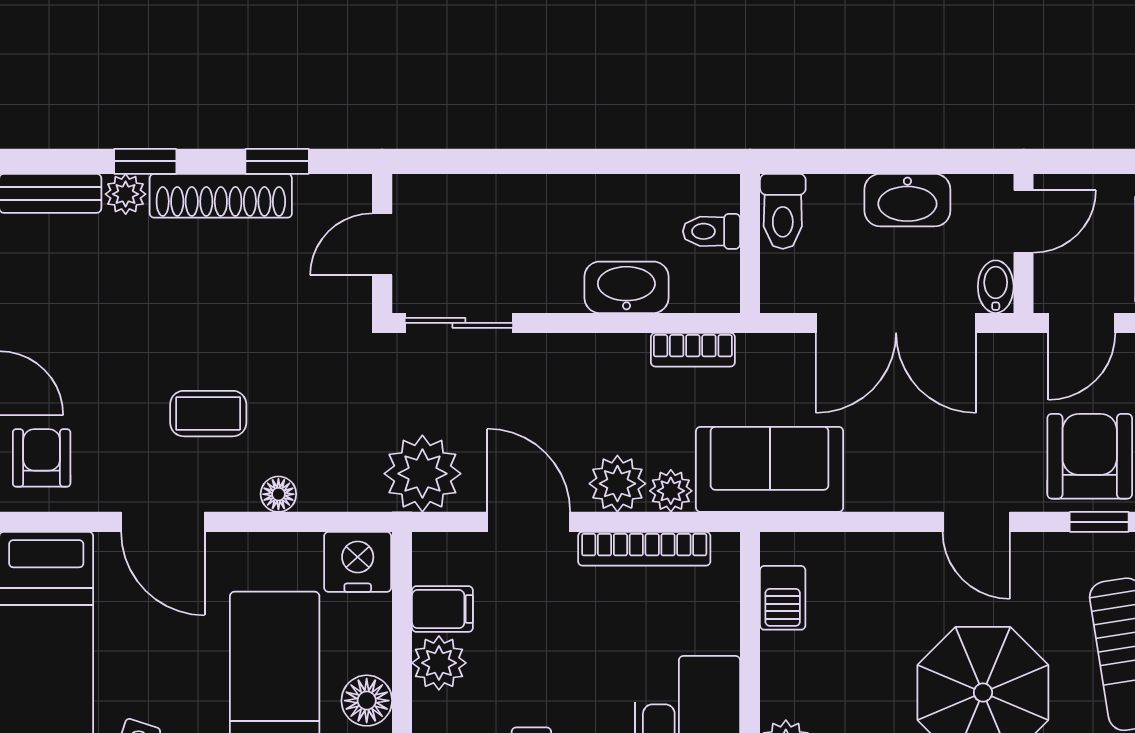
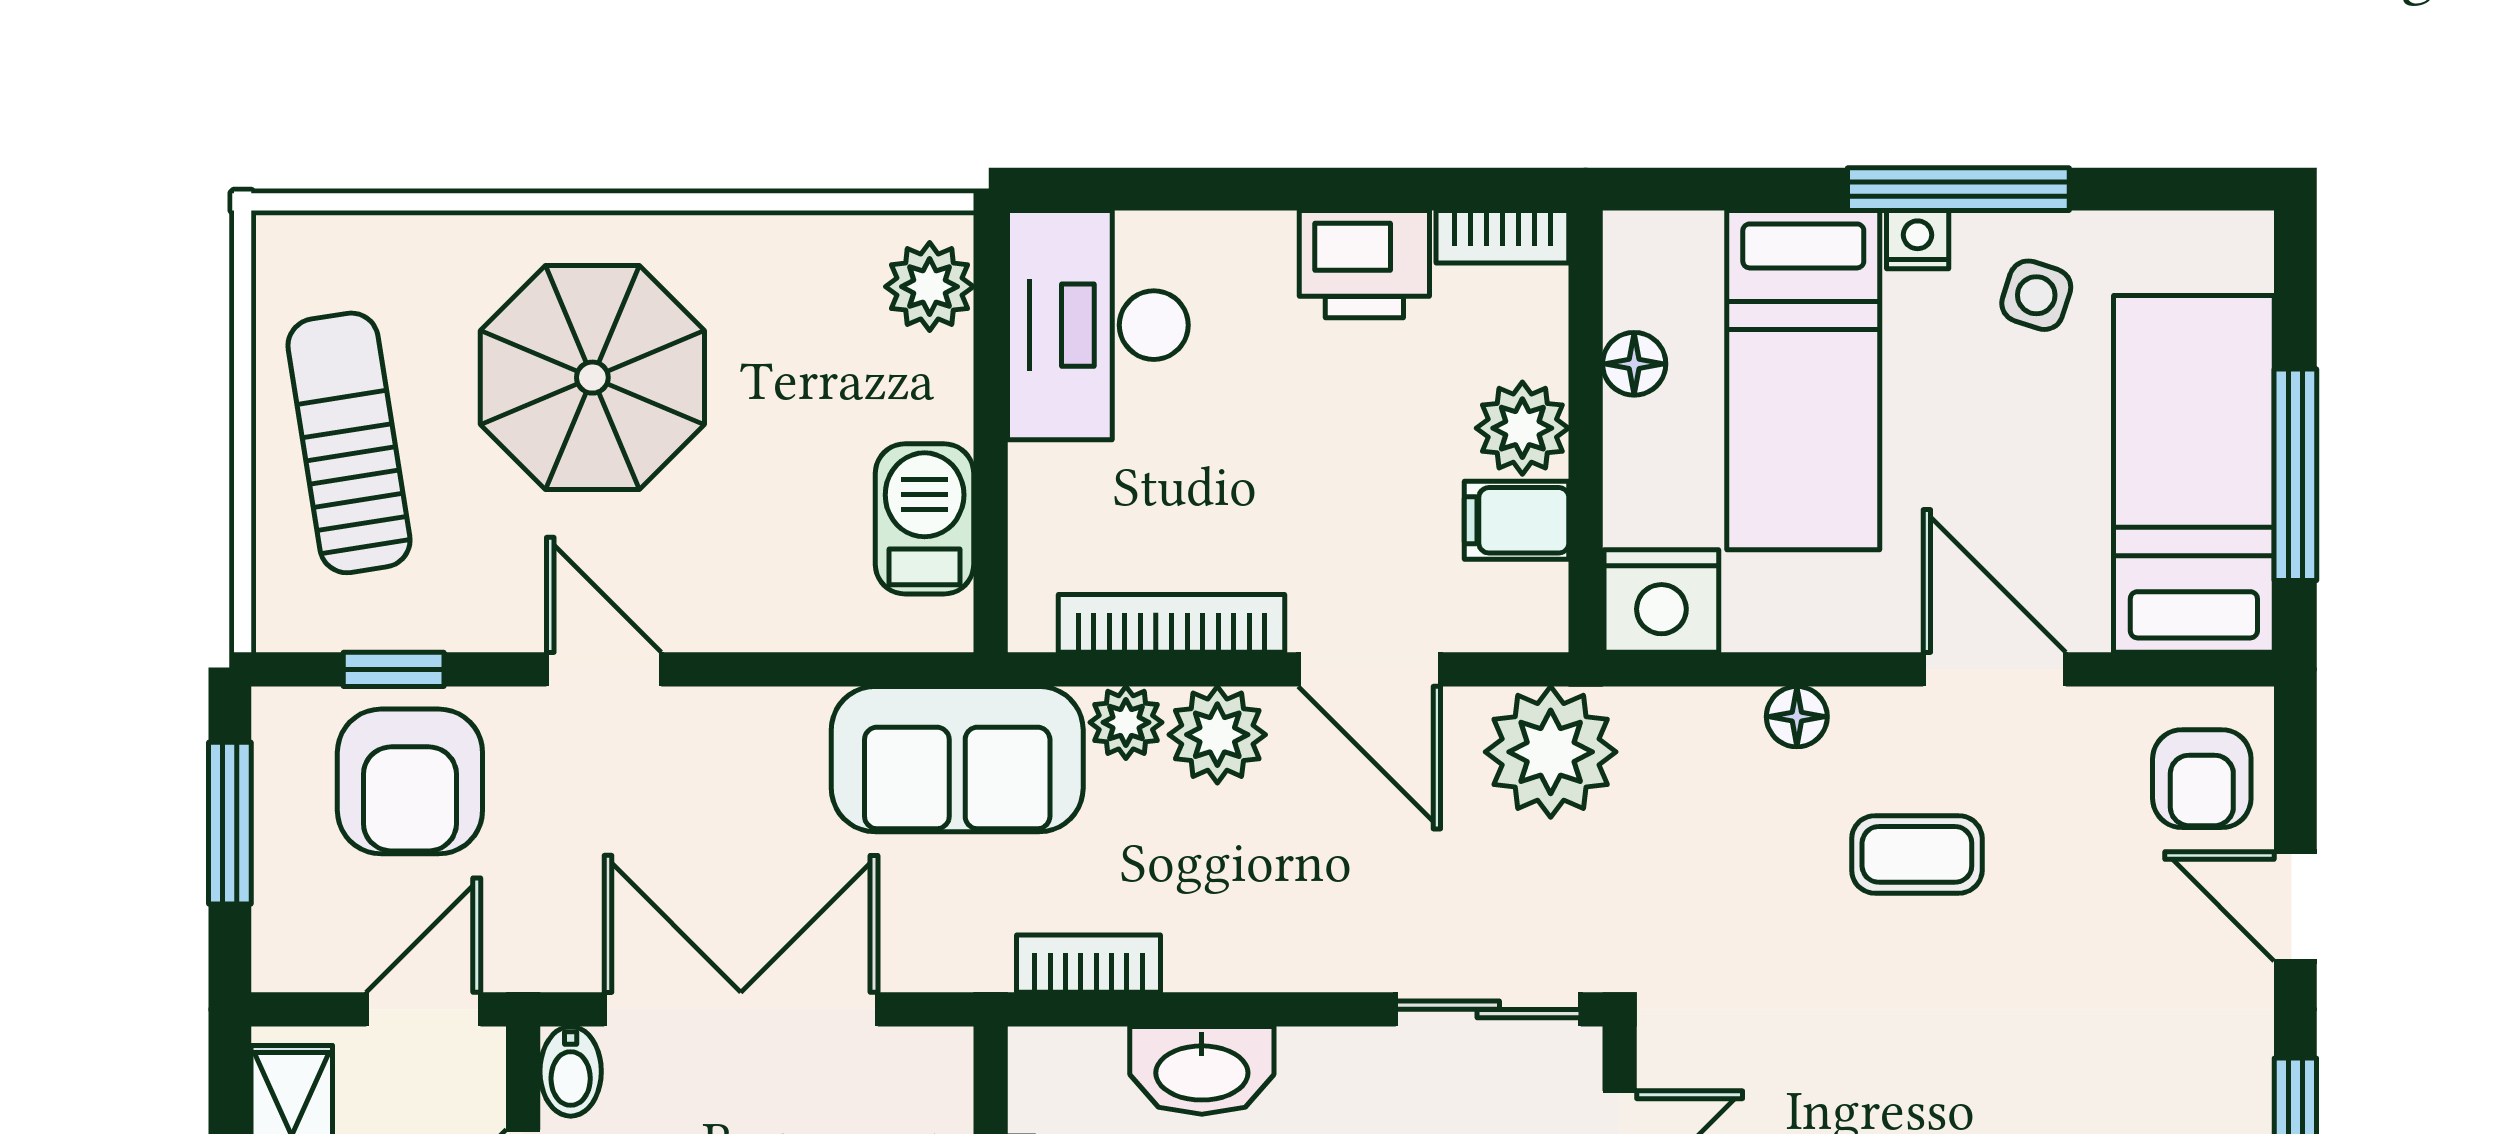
barbecue: (783, 598) -> (925, 519), width x1.38, depth x1.27
floor lamp: (367, 701) -> (1634, 364), width x0.73, depth x0.73

